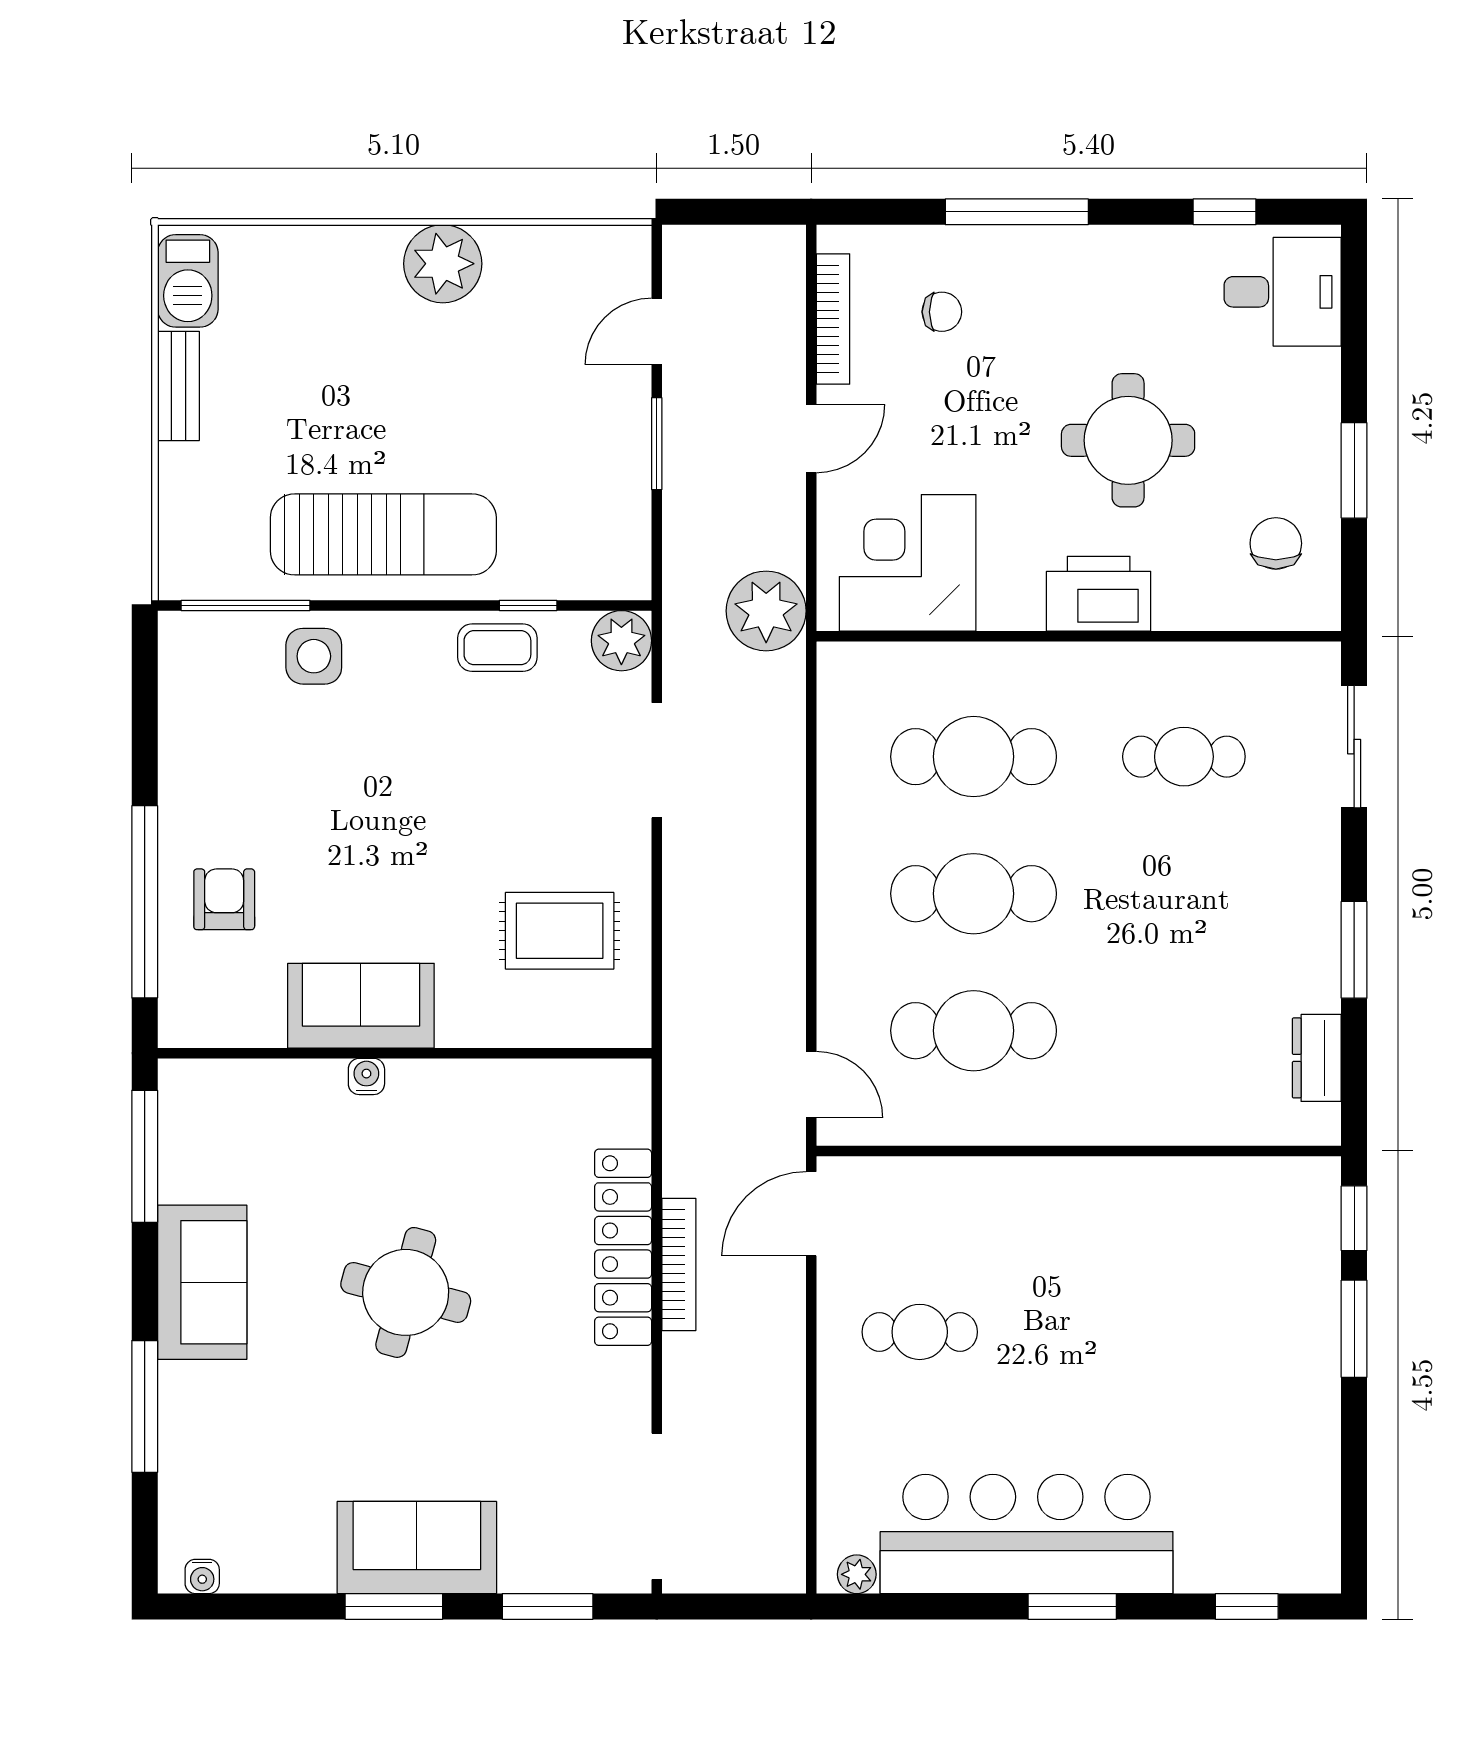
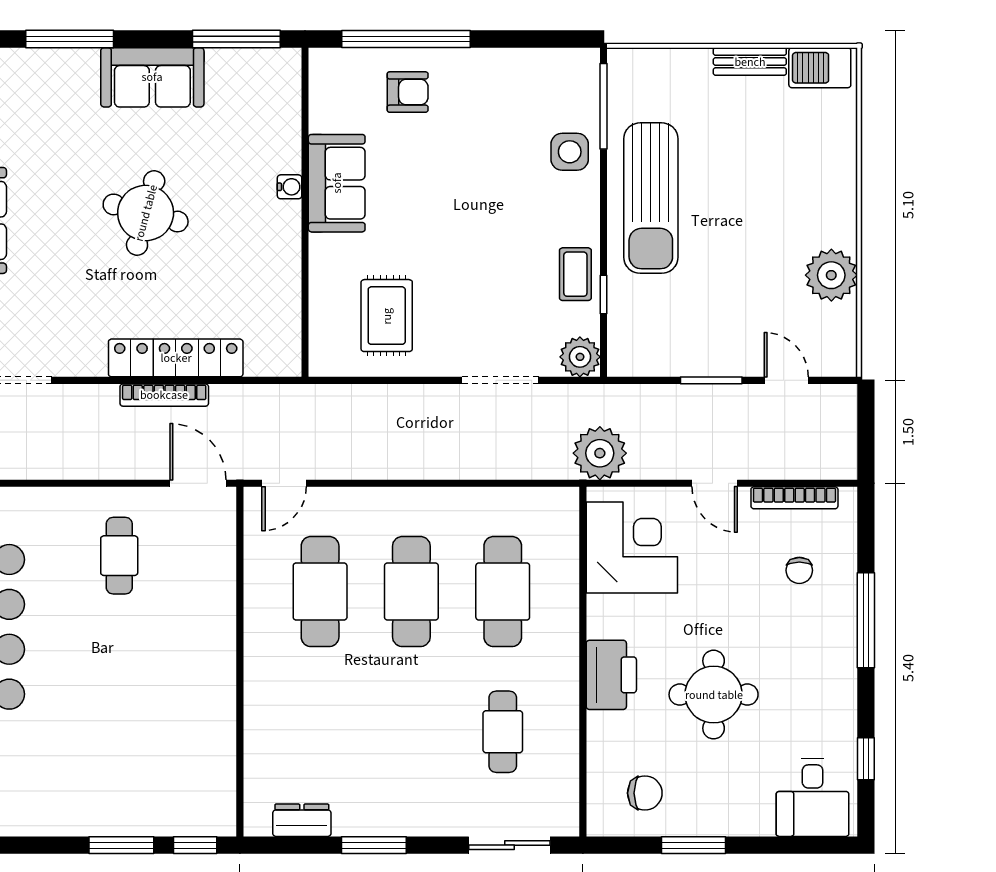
plant: (443, 264) -> (831, 275), moved

